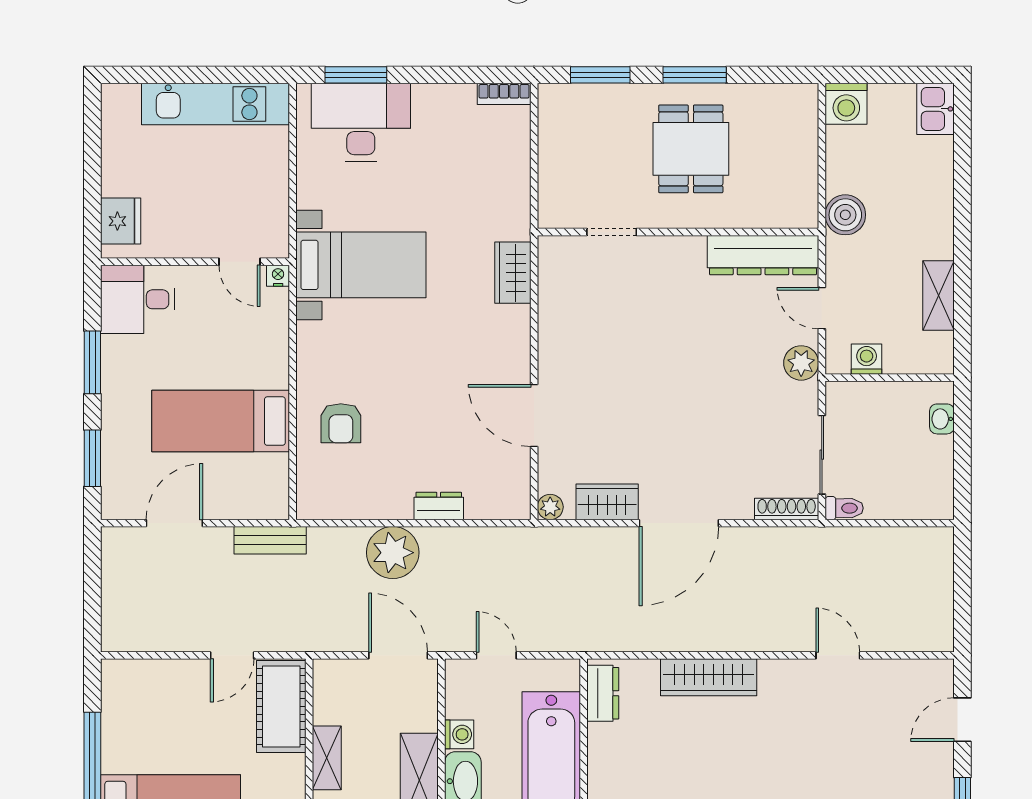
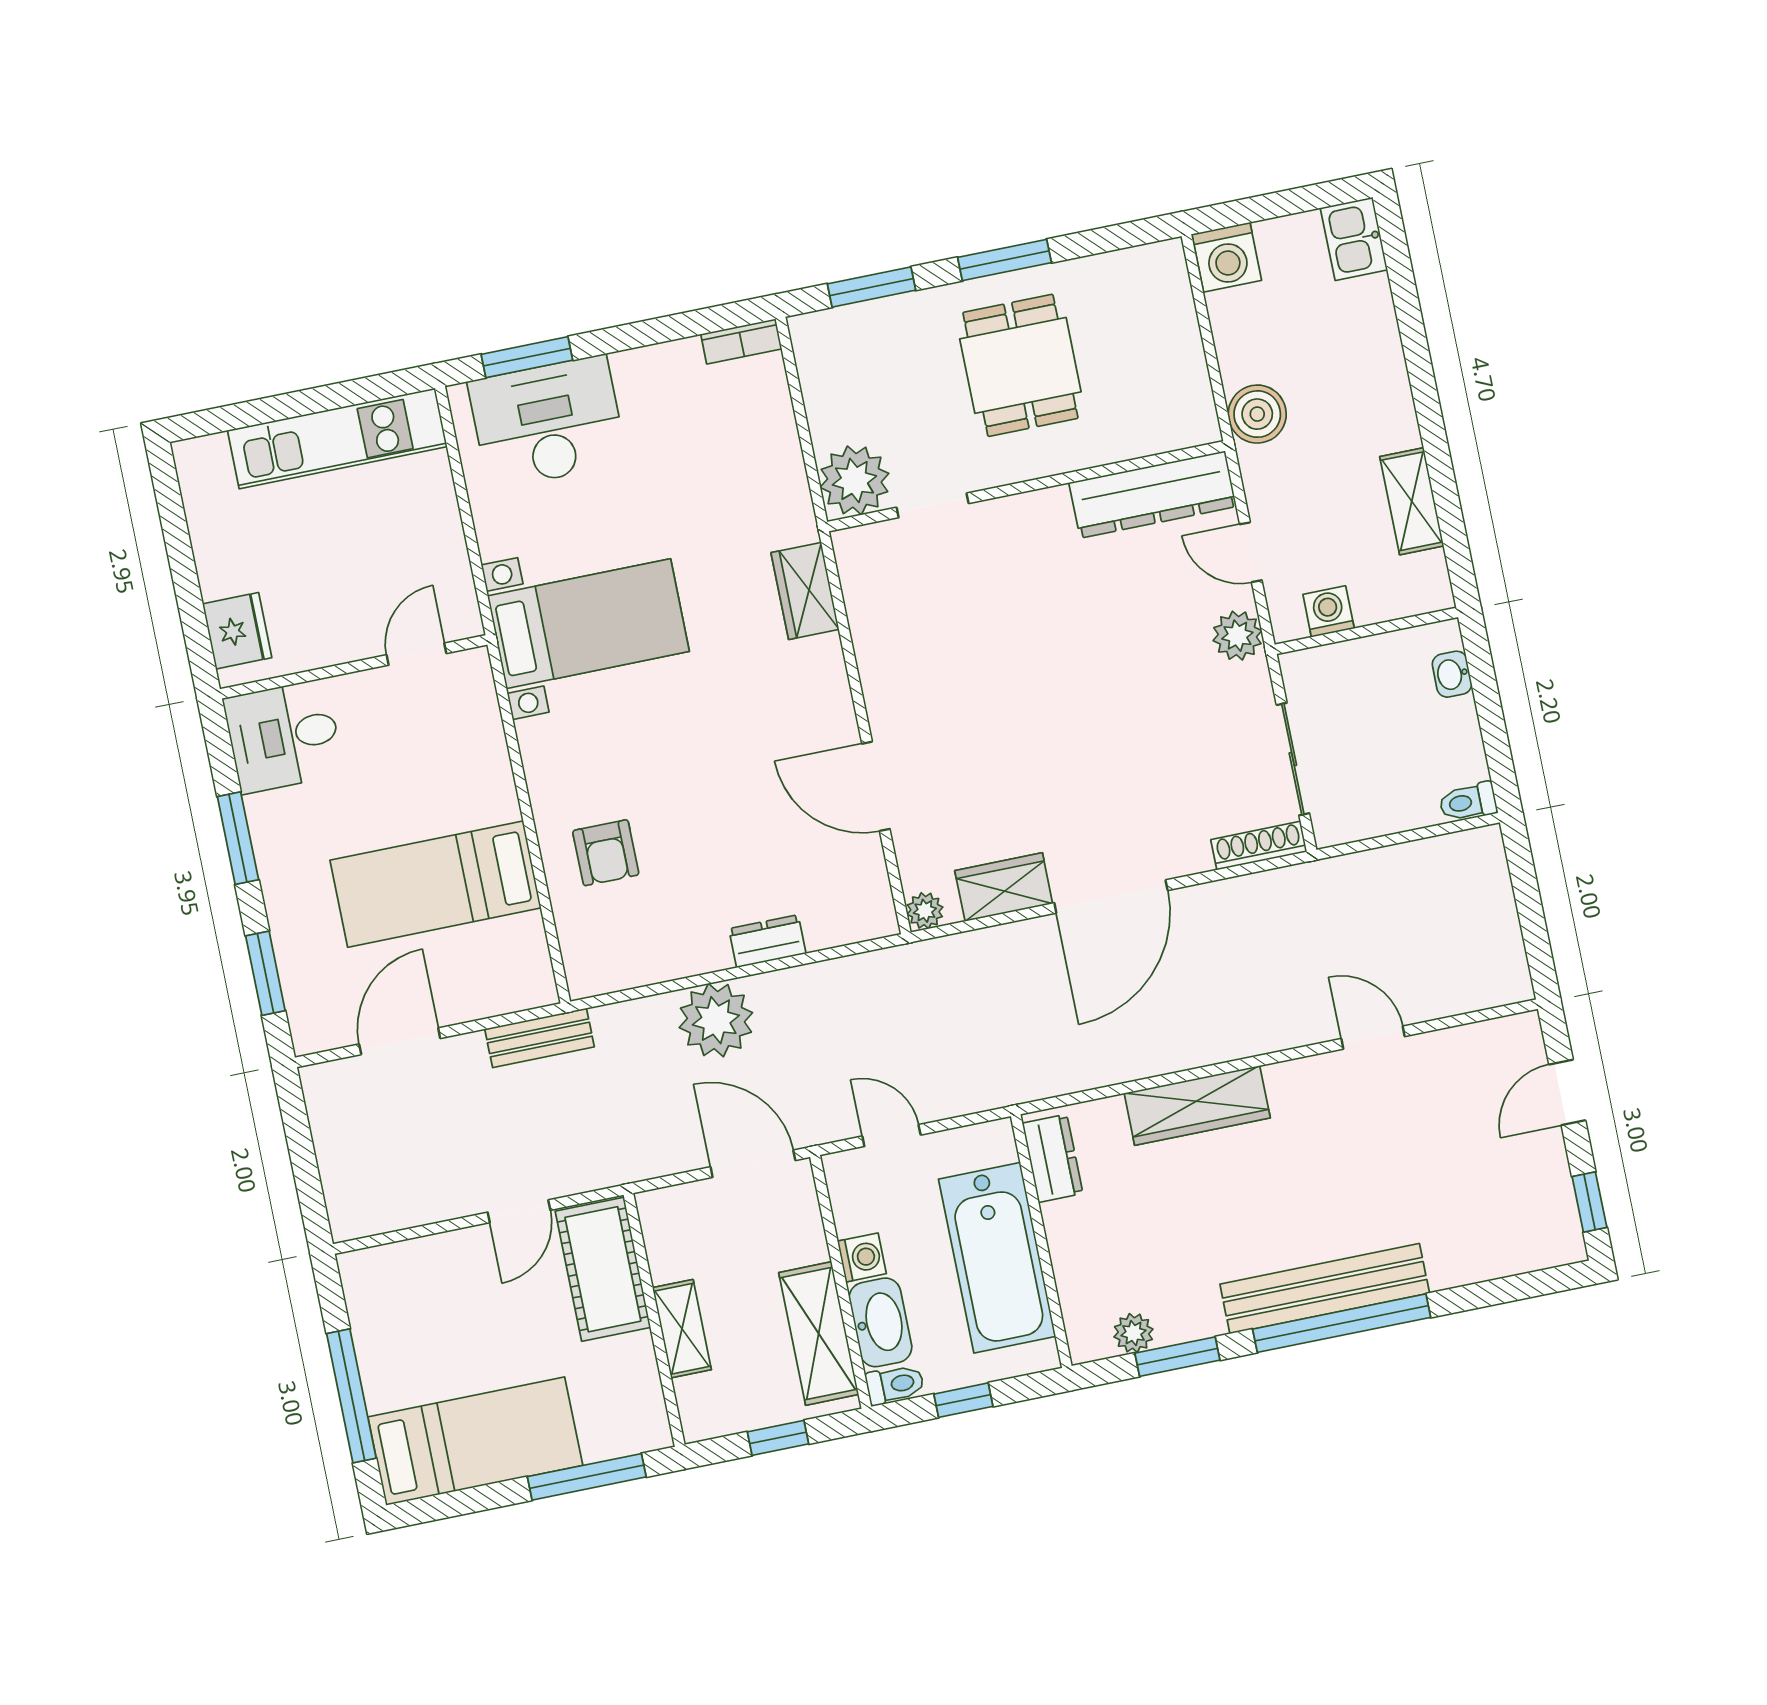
plant: (562, 204) -> (854, 480), added
door: (239, 262) -> (416, 654), swing flipped
nightstand: (278, 276) -> (475, 663), removed
toilet: (844, 508) -> (1468, 802), moved, turned 180

